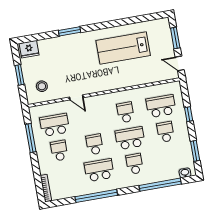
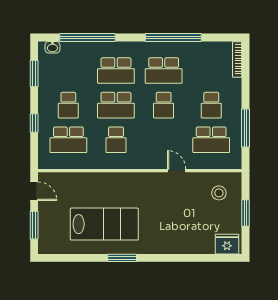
window: (70, 31) -> (122, 258), moved
school desk: (135, 164) -> (116, 71), width x1.85

